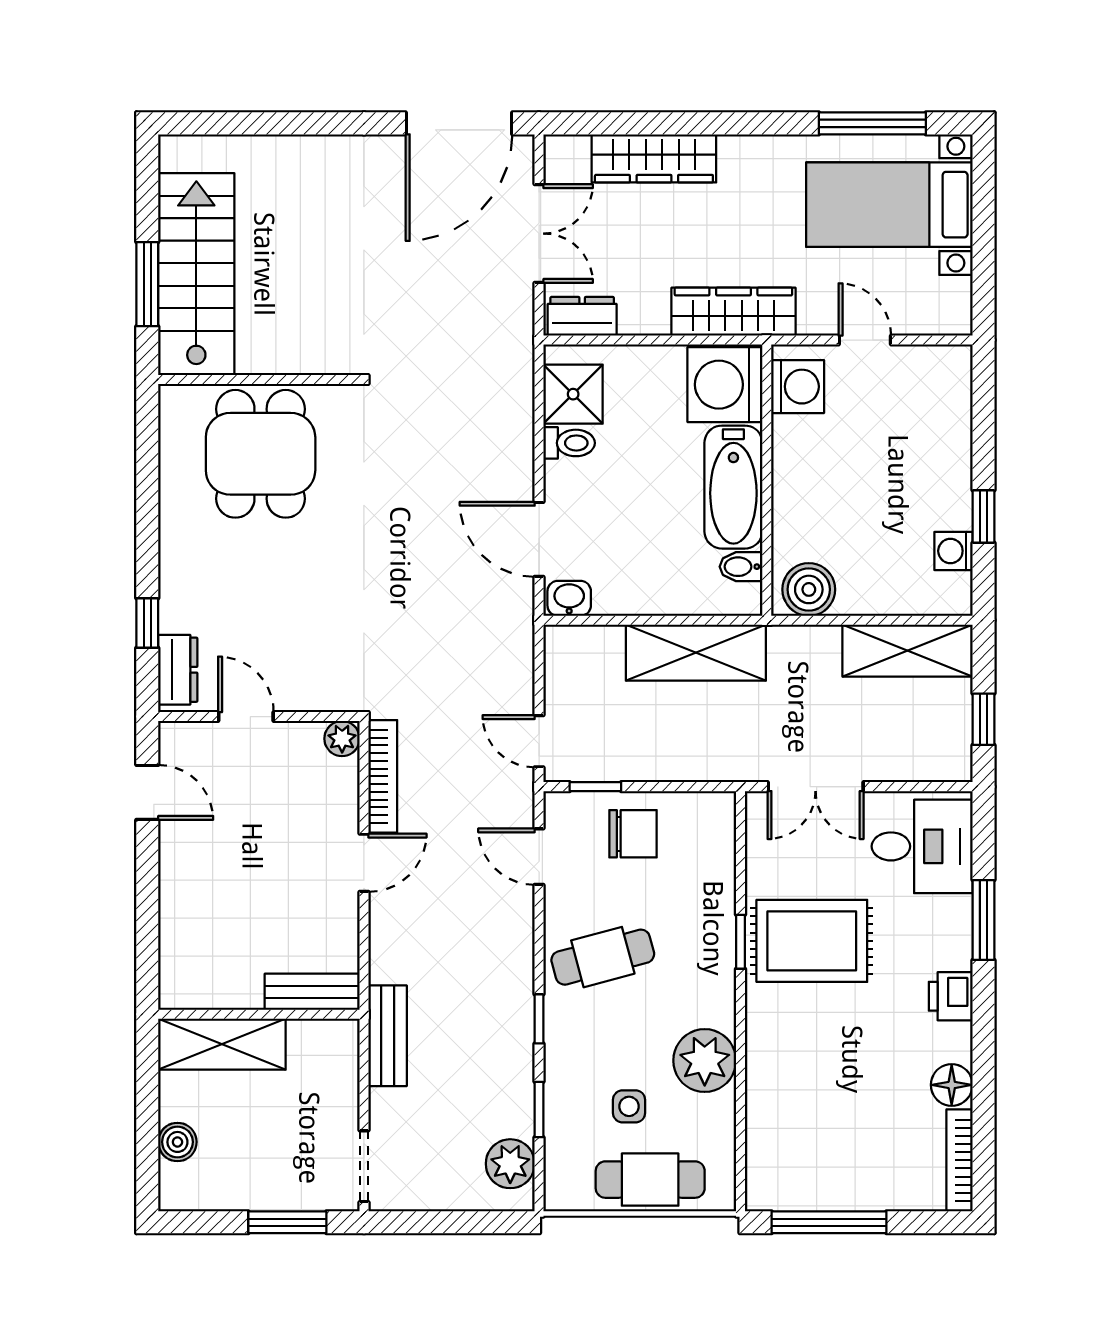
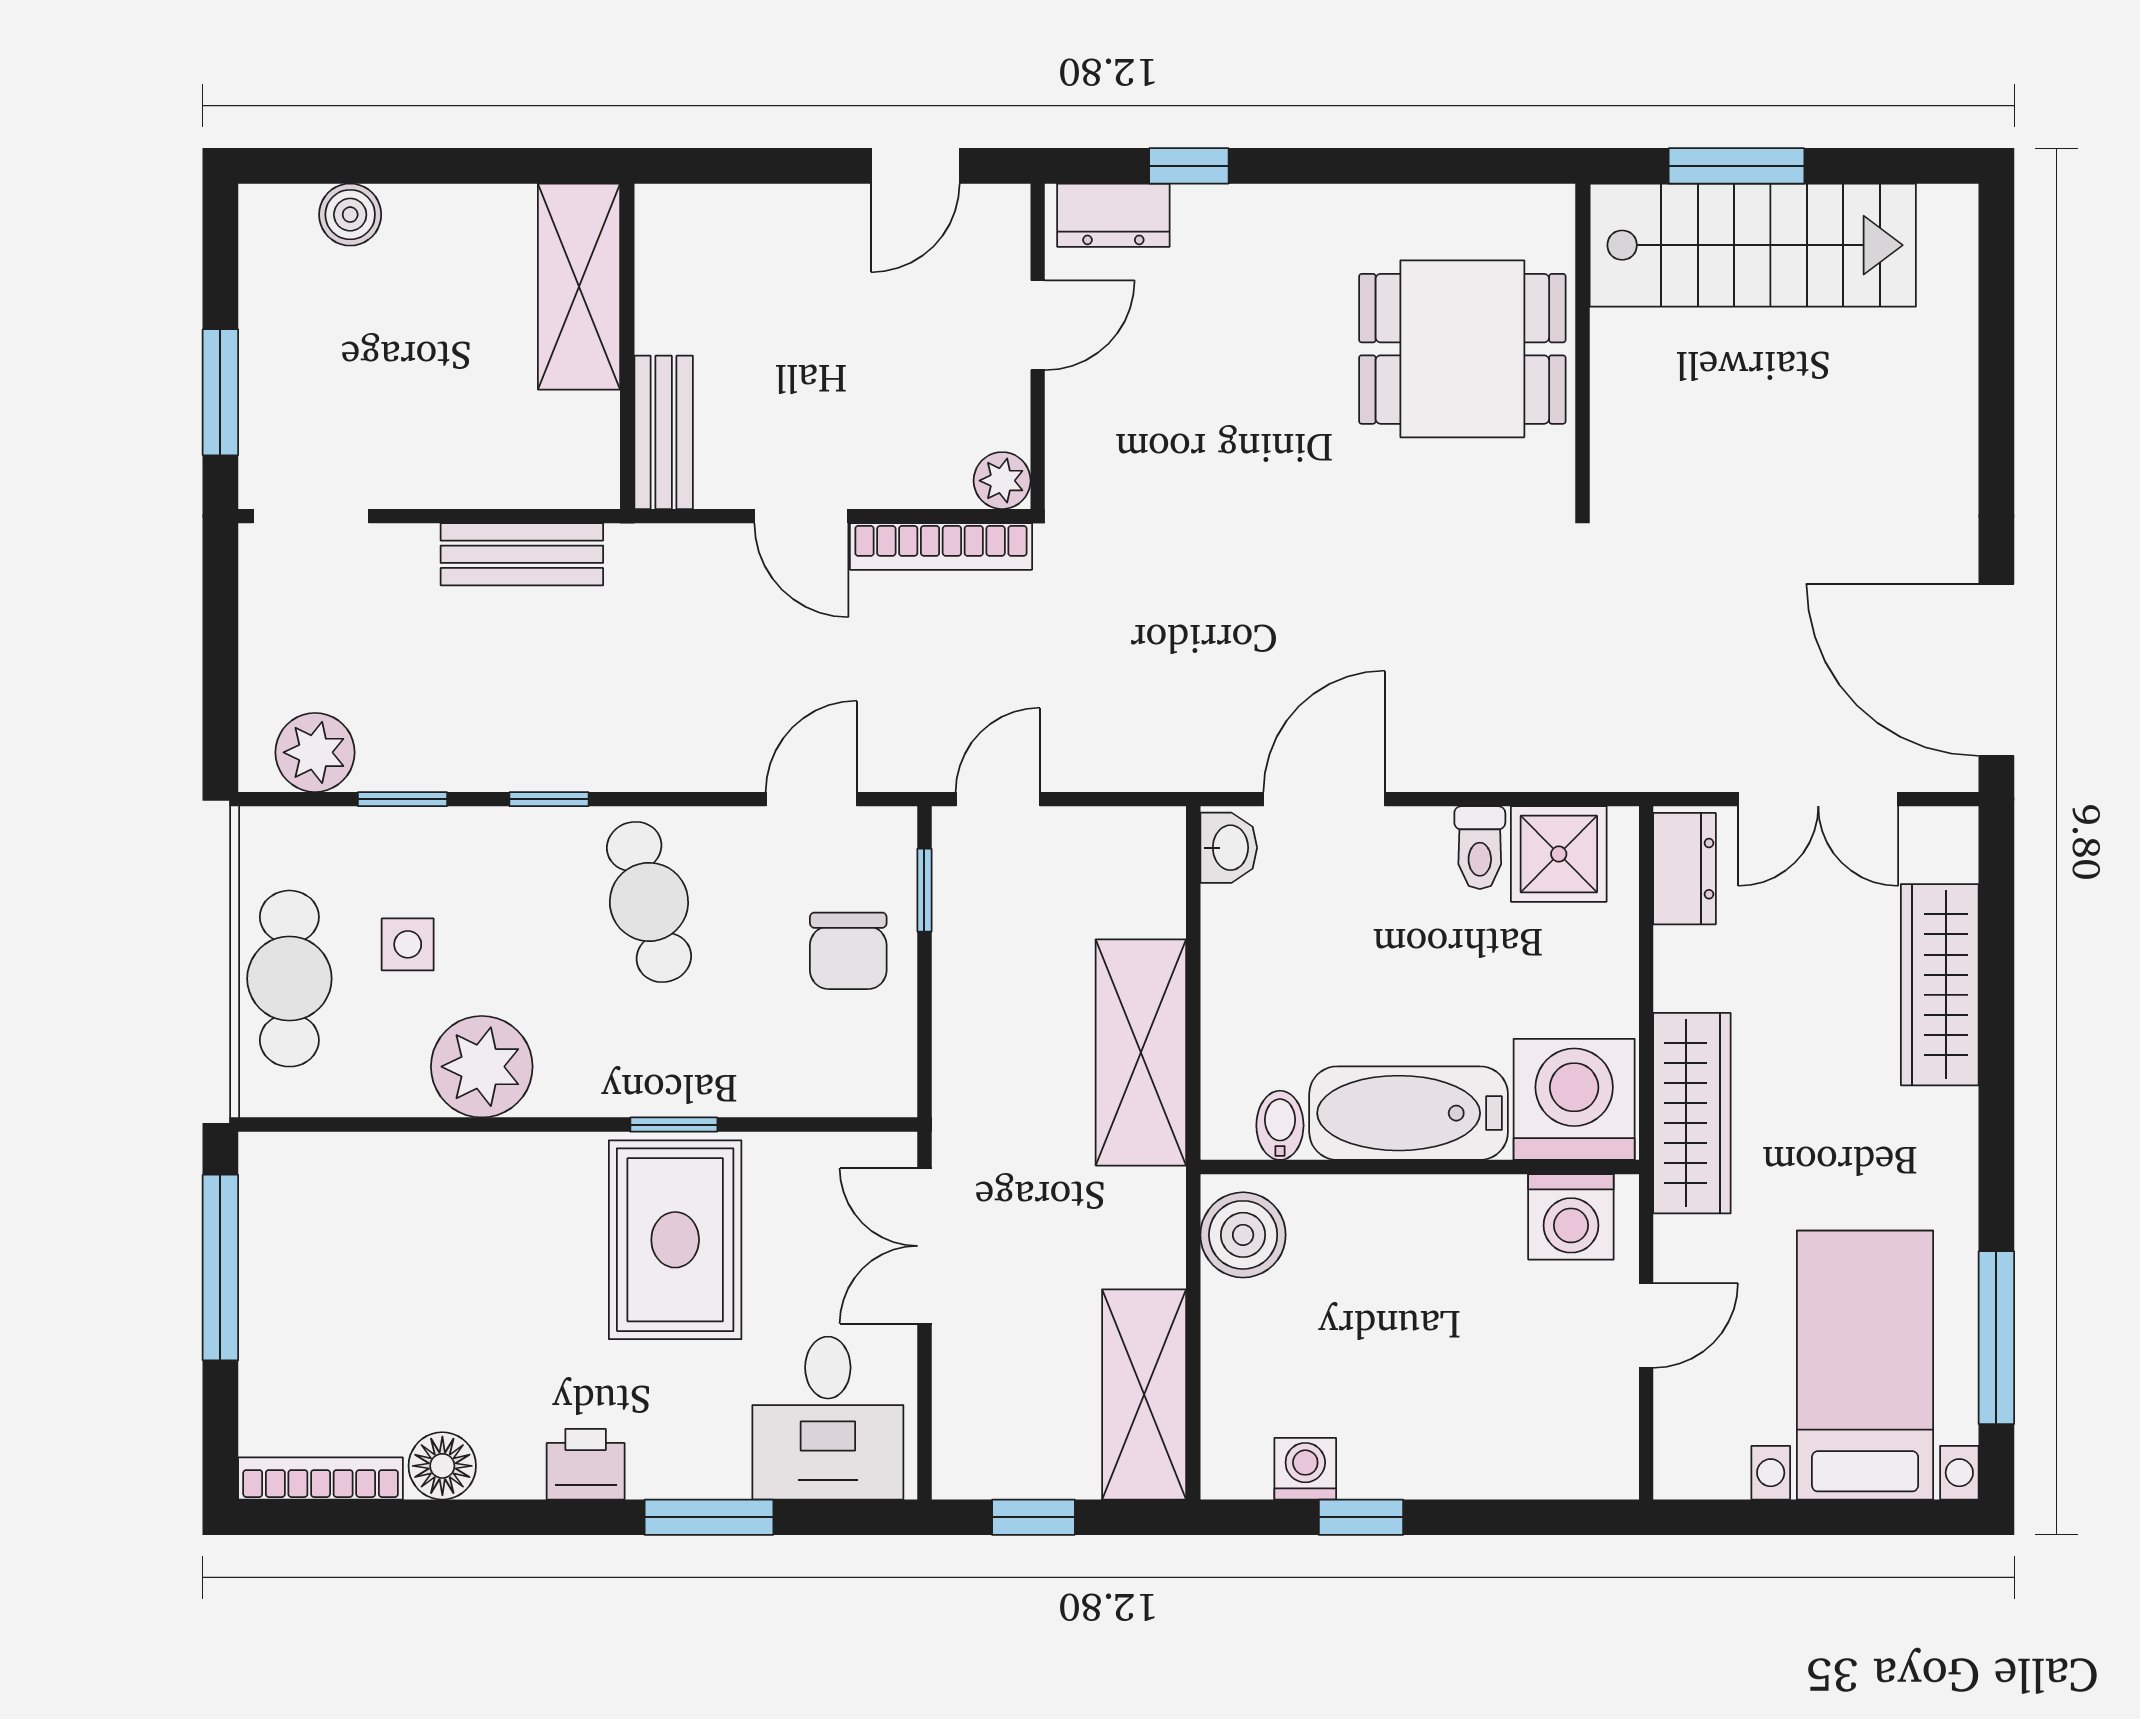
bench: (312, 992) -> (664, 432), moved
wall: (259, 1014) -> (627, 346), moved
shelving: (222, 1044) -> (579, 287), moved

